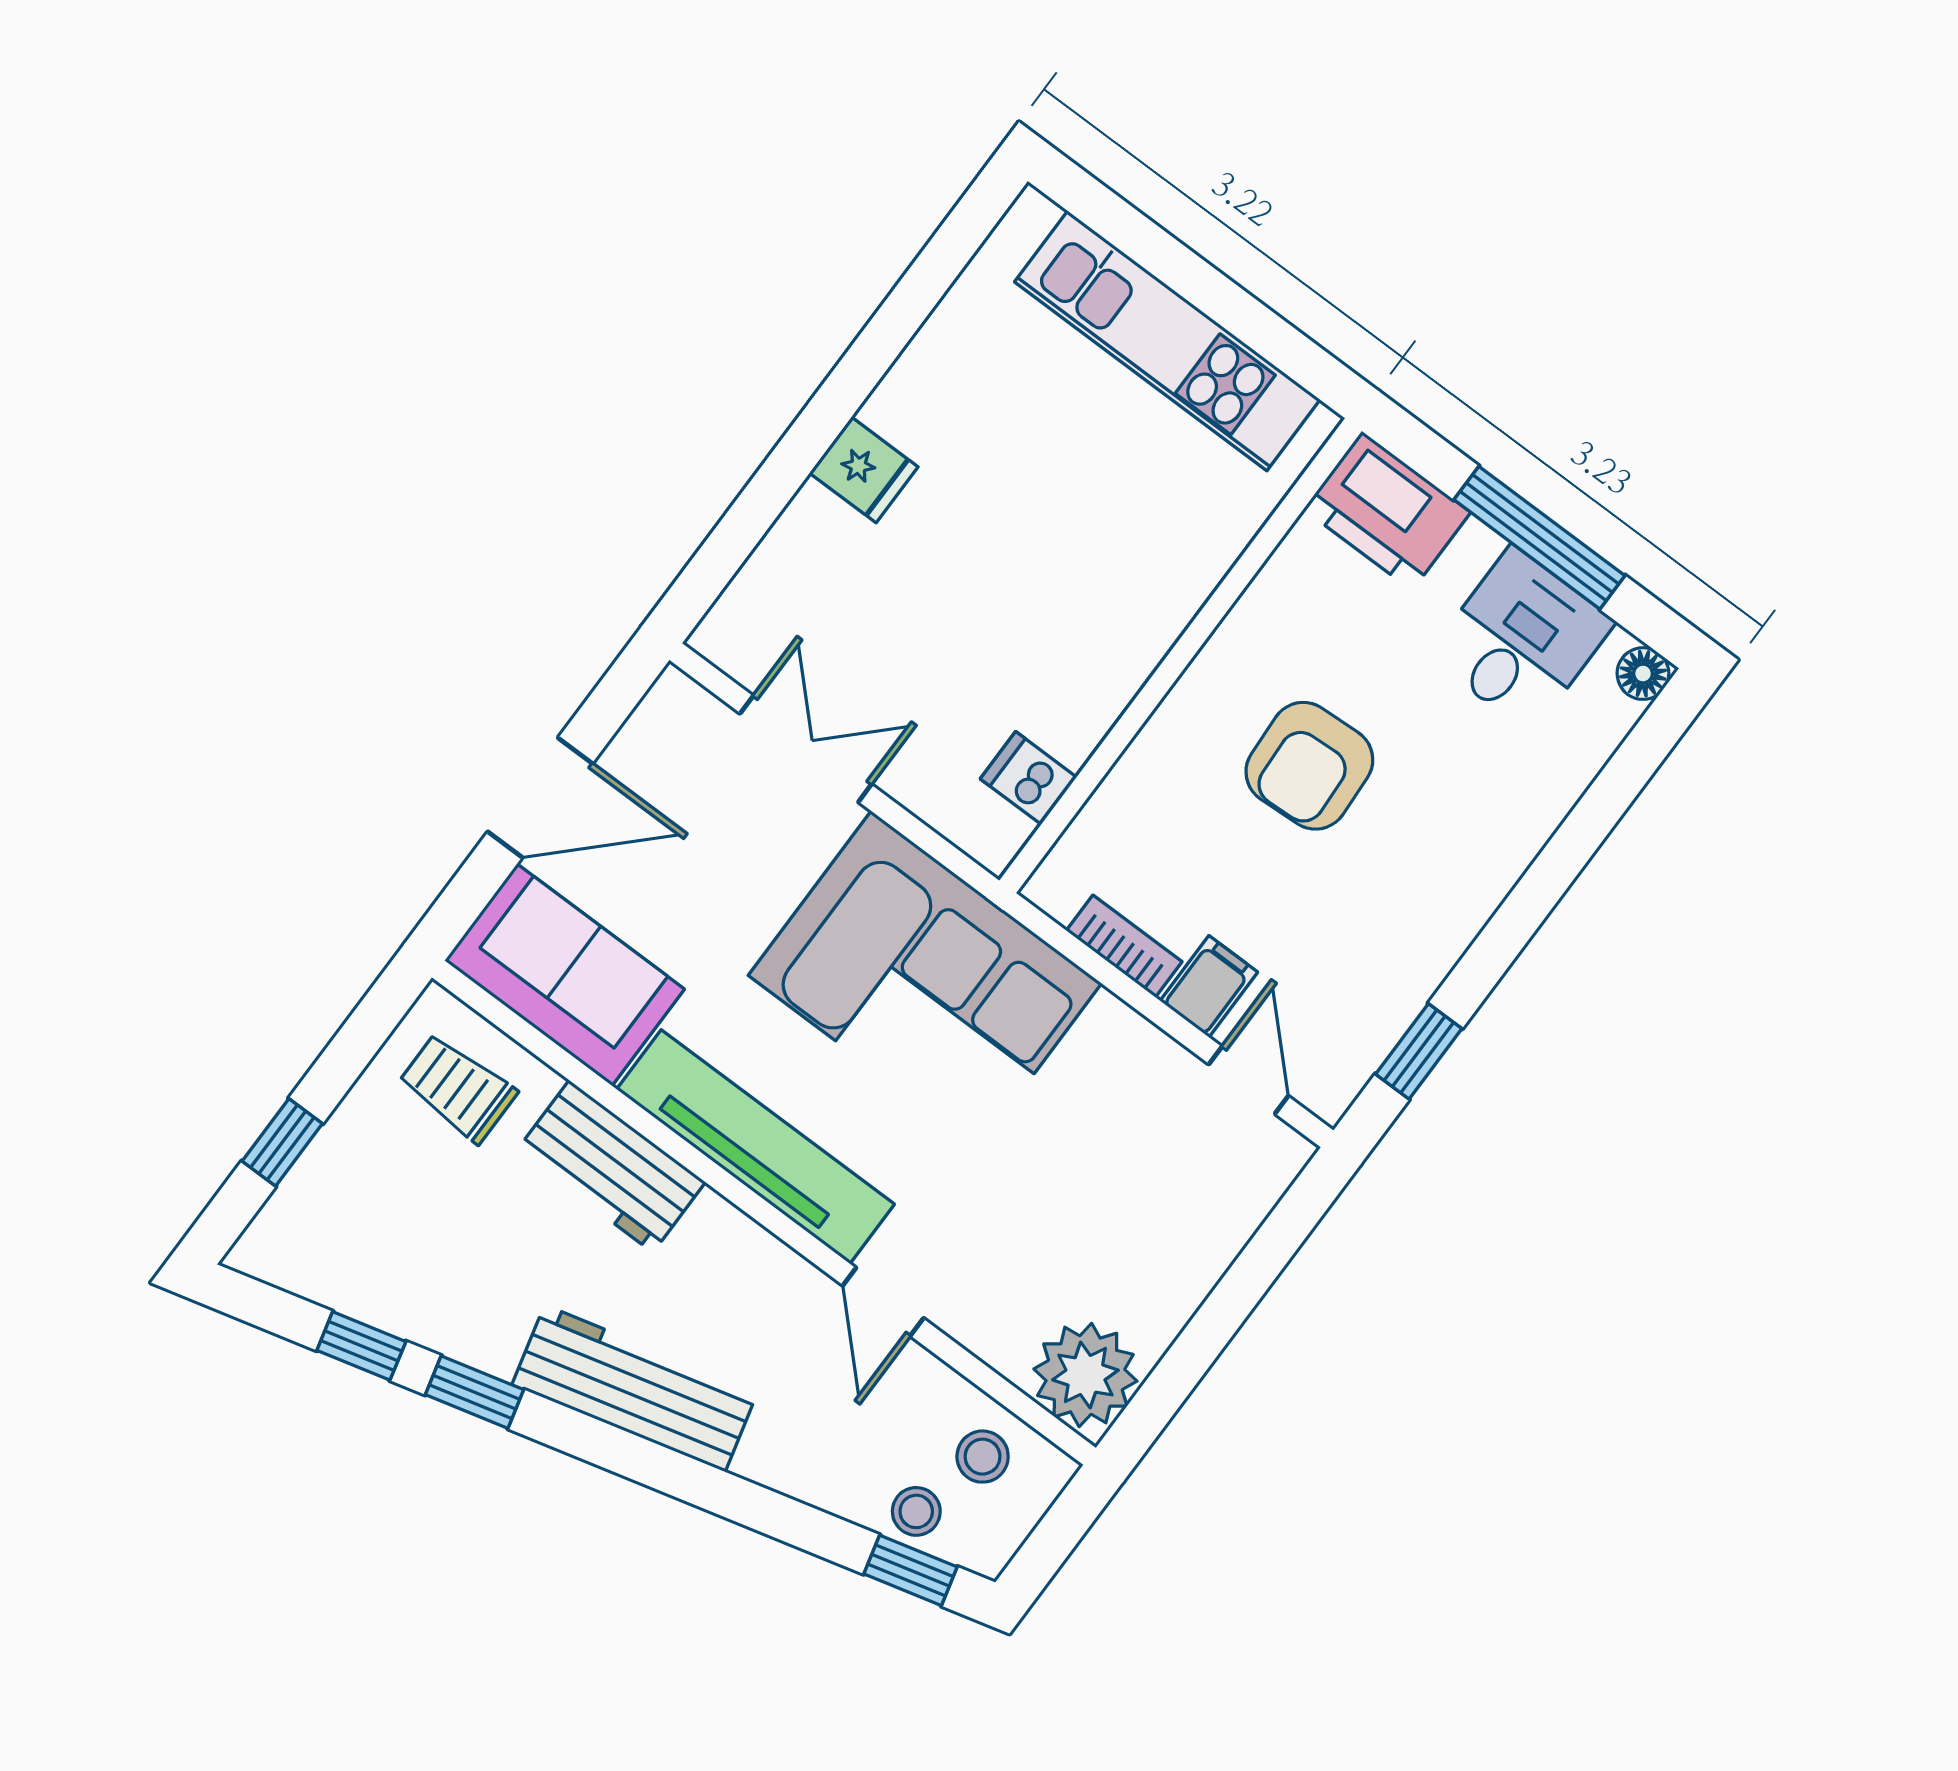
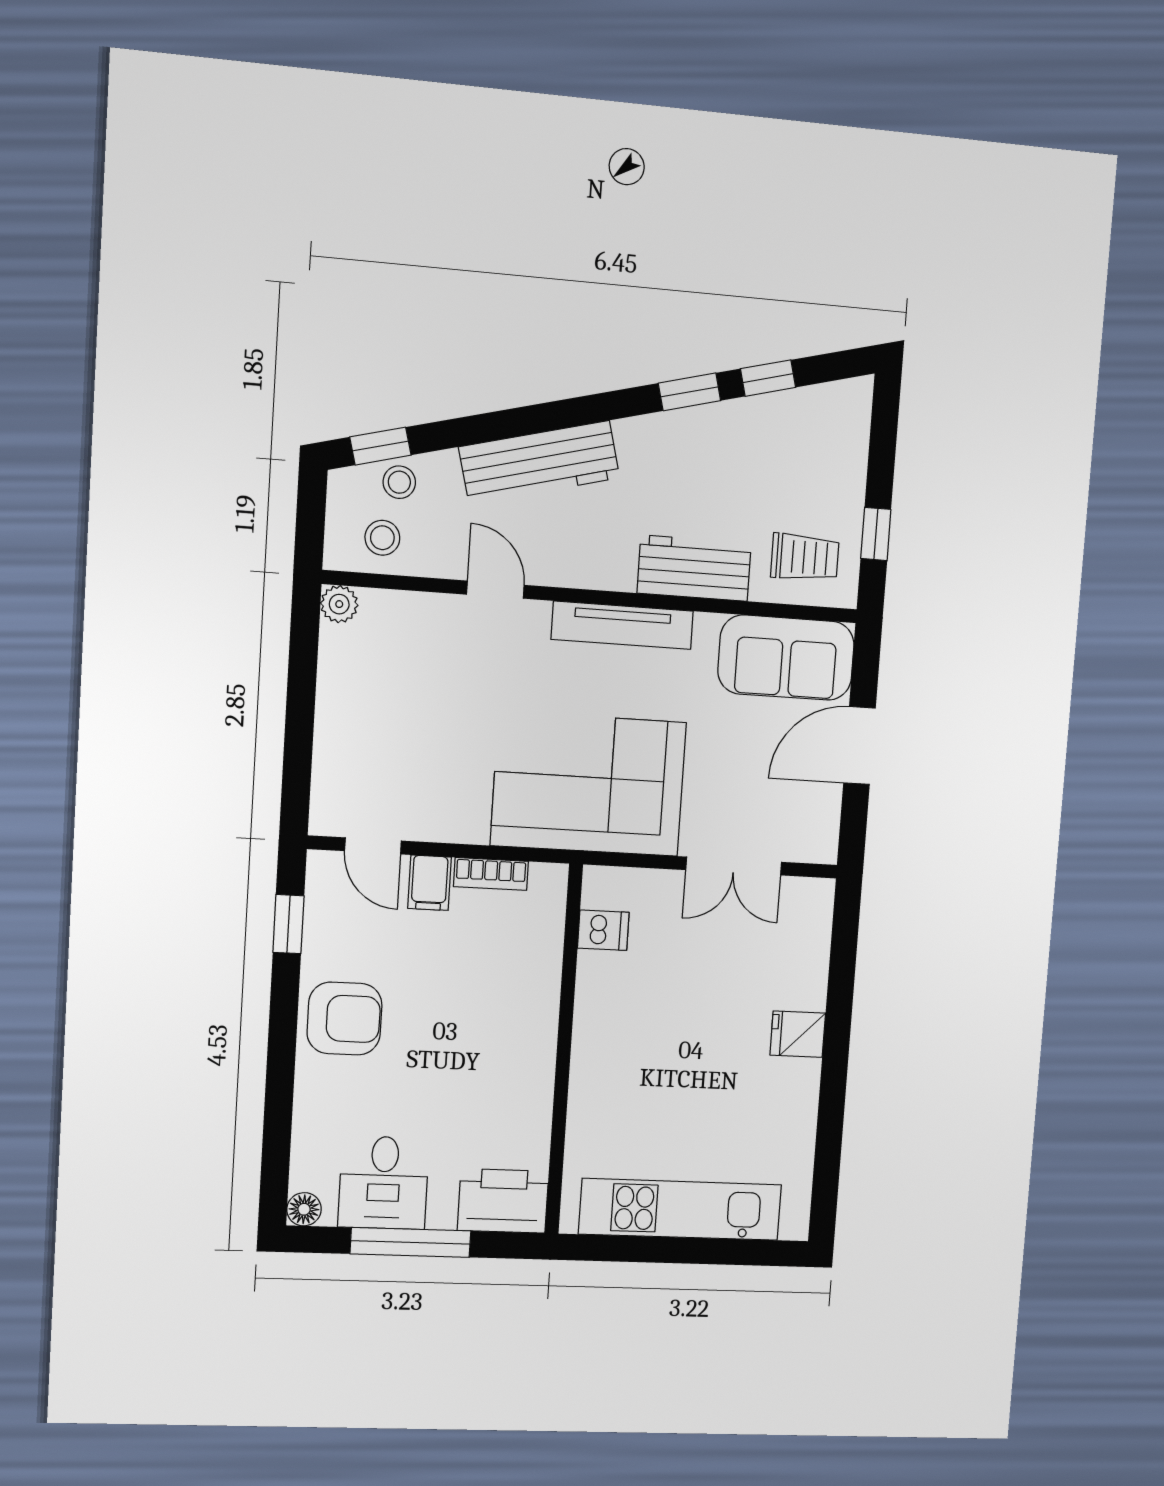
armchair: (1309, 766) -> (344, 1019), moved, turned 93
window: (282, 1142) -> (876, 534), moved
tv unit: (755, 1147) -> (622, 625), width x0.73, depth x0.78
plant: (1085, 1375) -> (339, 604), width x0.53, depth x0.53
workbench: (635, 1388) -> (539, 462), moved

